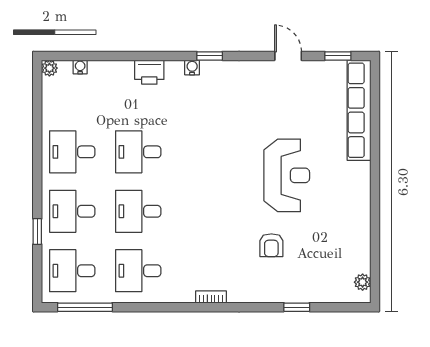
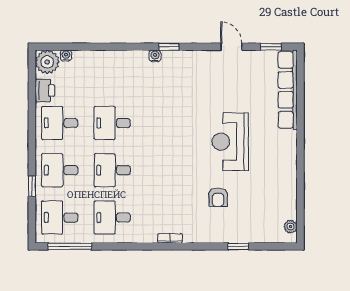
plant: (49, 68) -> (47, 62), width x1.87, depth x1.87
printer: (149, 72) -> (45, 90), moved, turned -90
reception desk: (287, 175) -> (230, 142), turned 180

